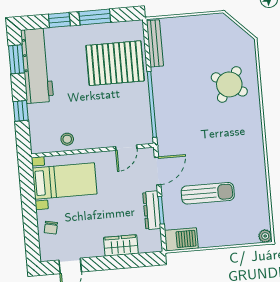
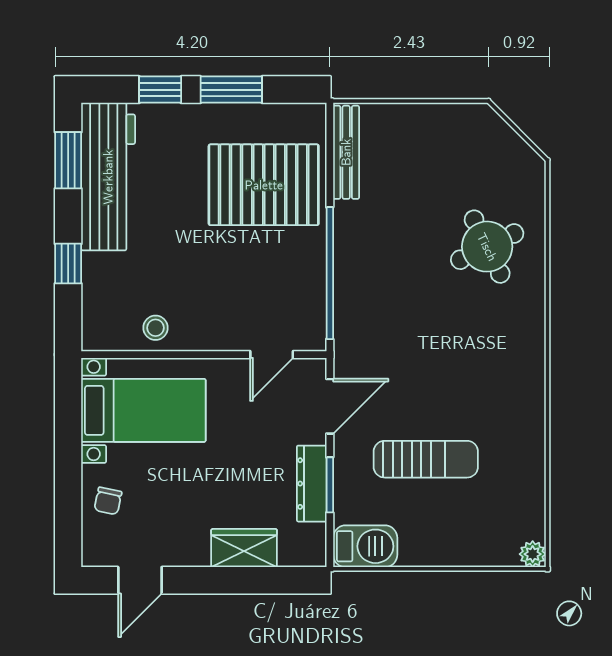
round table: (229, 84) -> (487, 247), turned 31

